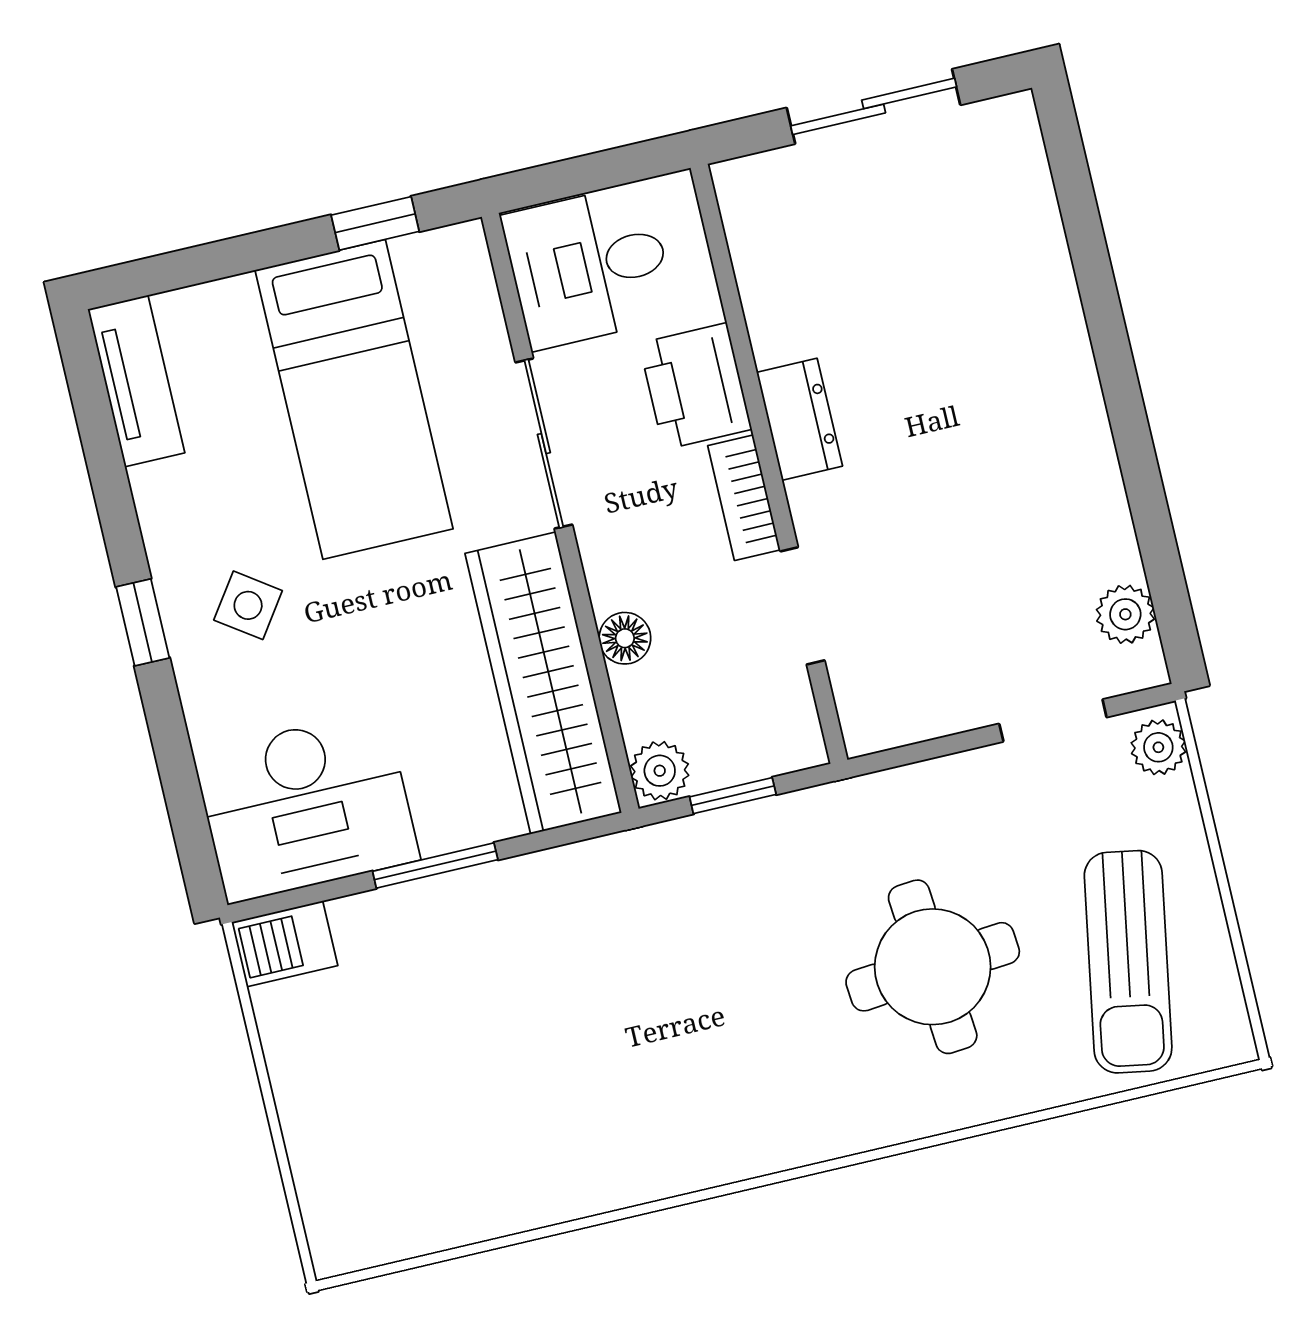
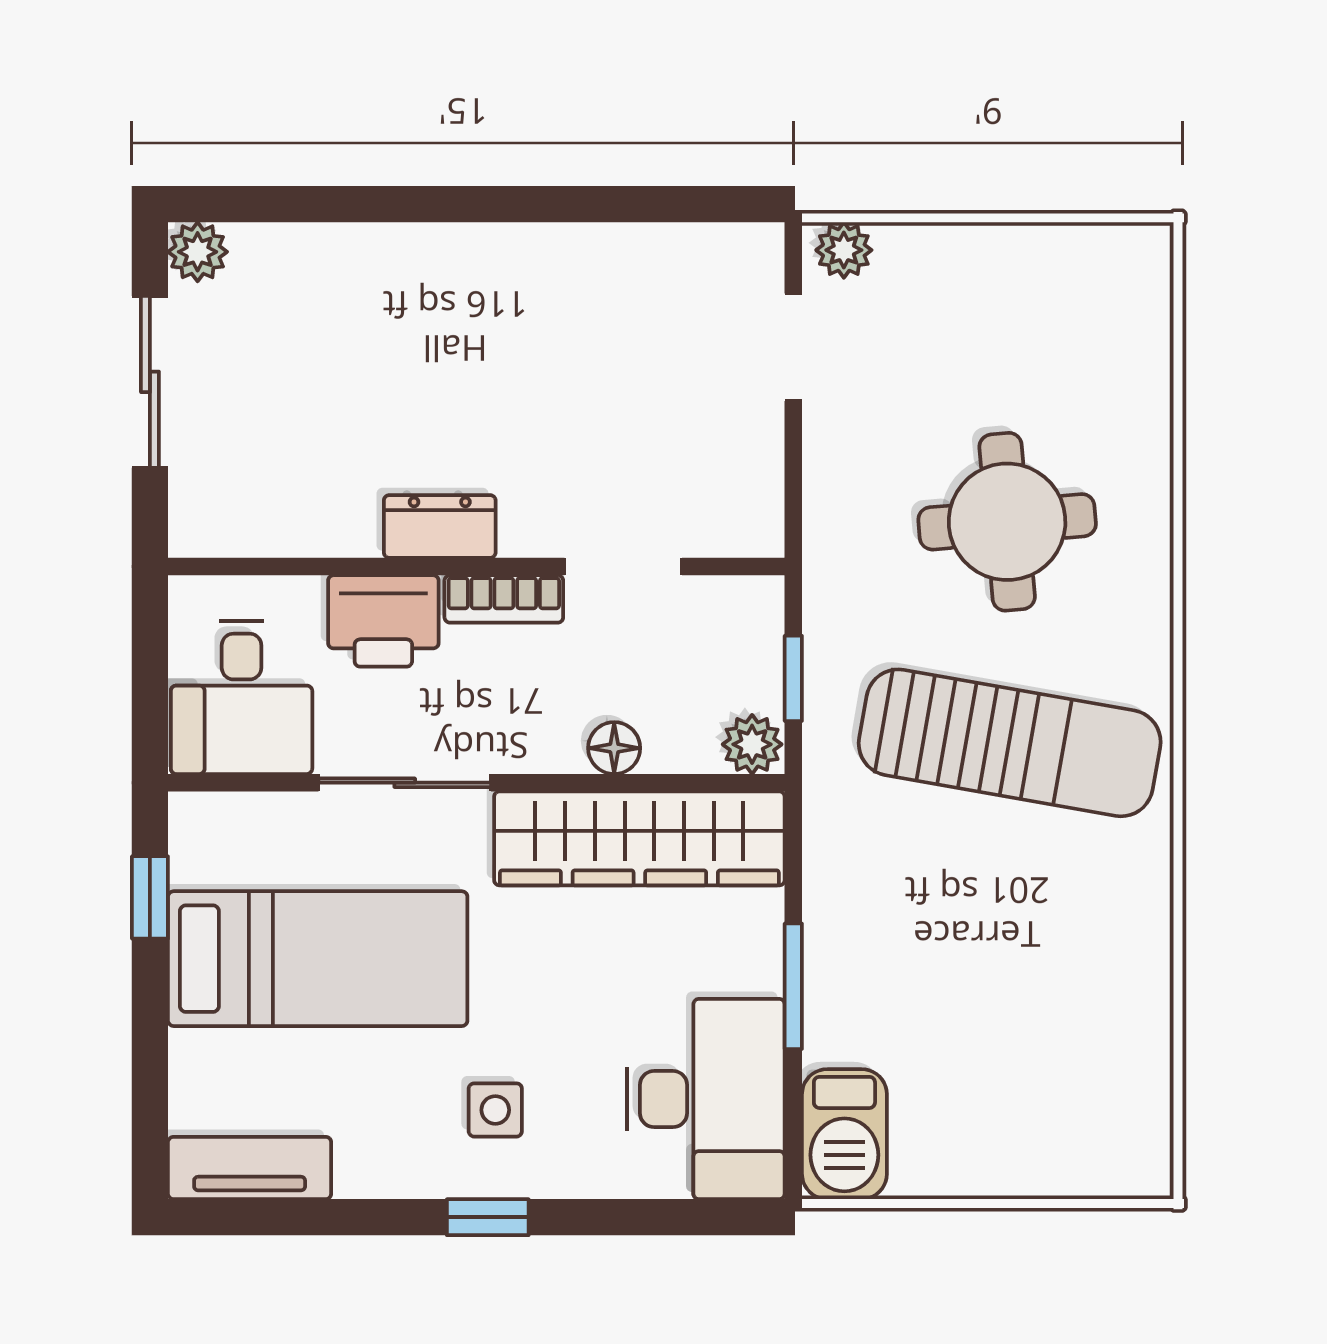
side table: (248, 605) -> (495, 1110), turned -35
plant: (1125, 614) -> (198, 252), moved
barbecue: (285, 944) -> (844, 1134), width x1.38, depth x1.27
sun lounger: (1128, 962) -> (1010, 743), moved, width x1.36, depth x1.34

